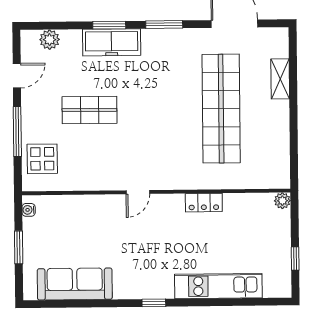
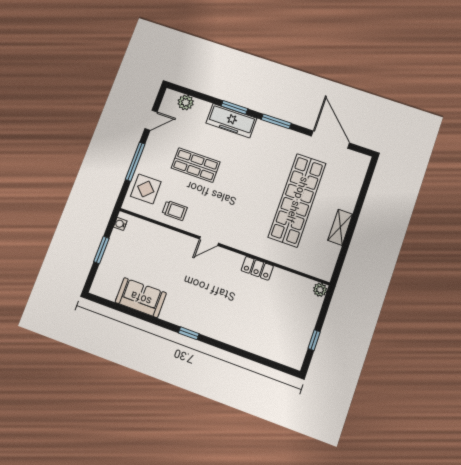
shelving: (280, 79) -> (340, 227), moved
trolley: (85, 172) -> (175, 211), added
sofa: (75, 284) -> (141, 298), width x0.73
kitchen unit: (218, 286) -> (245, 339), removed

